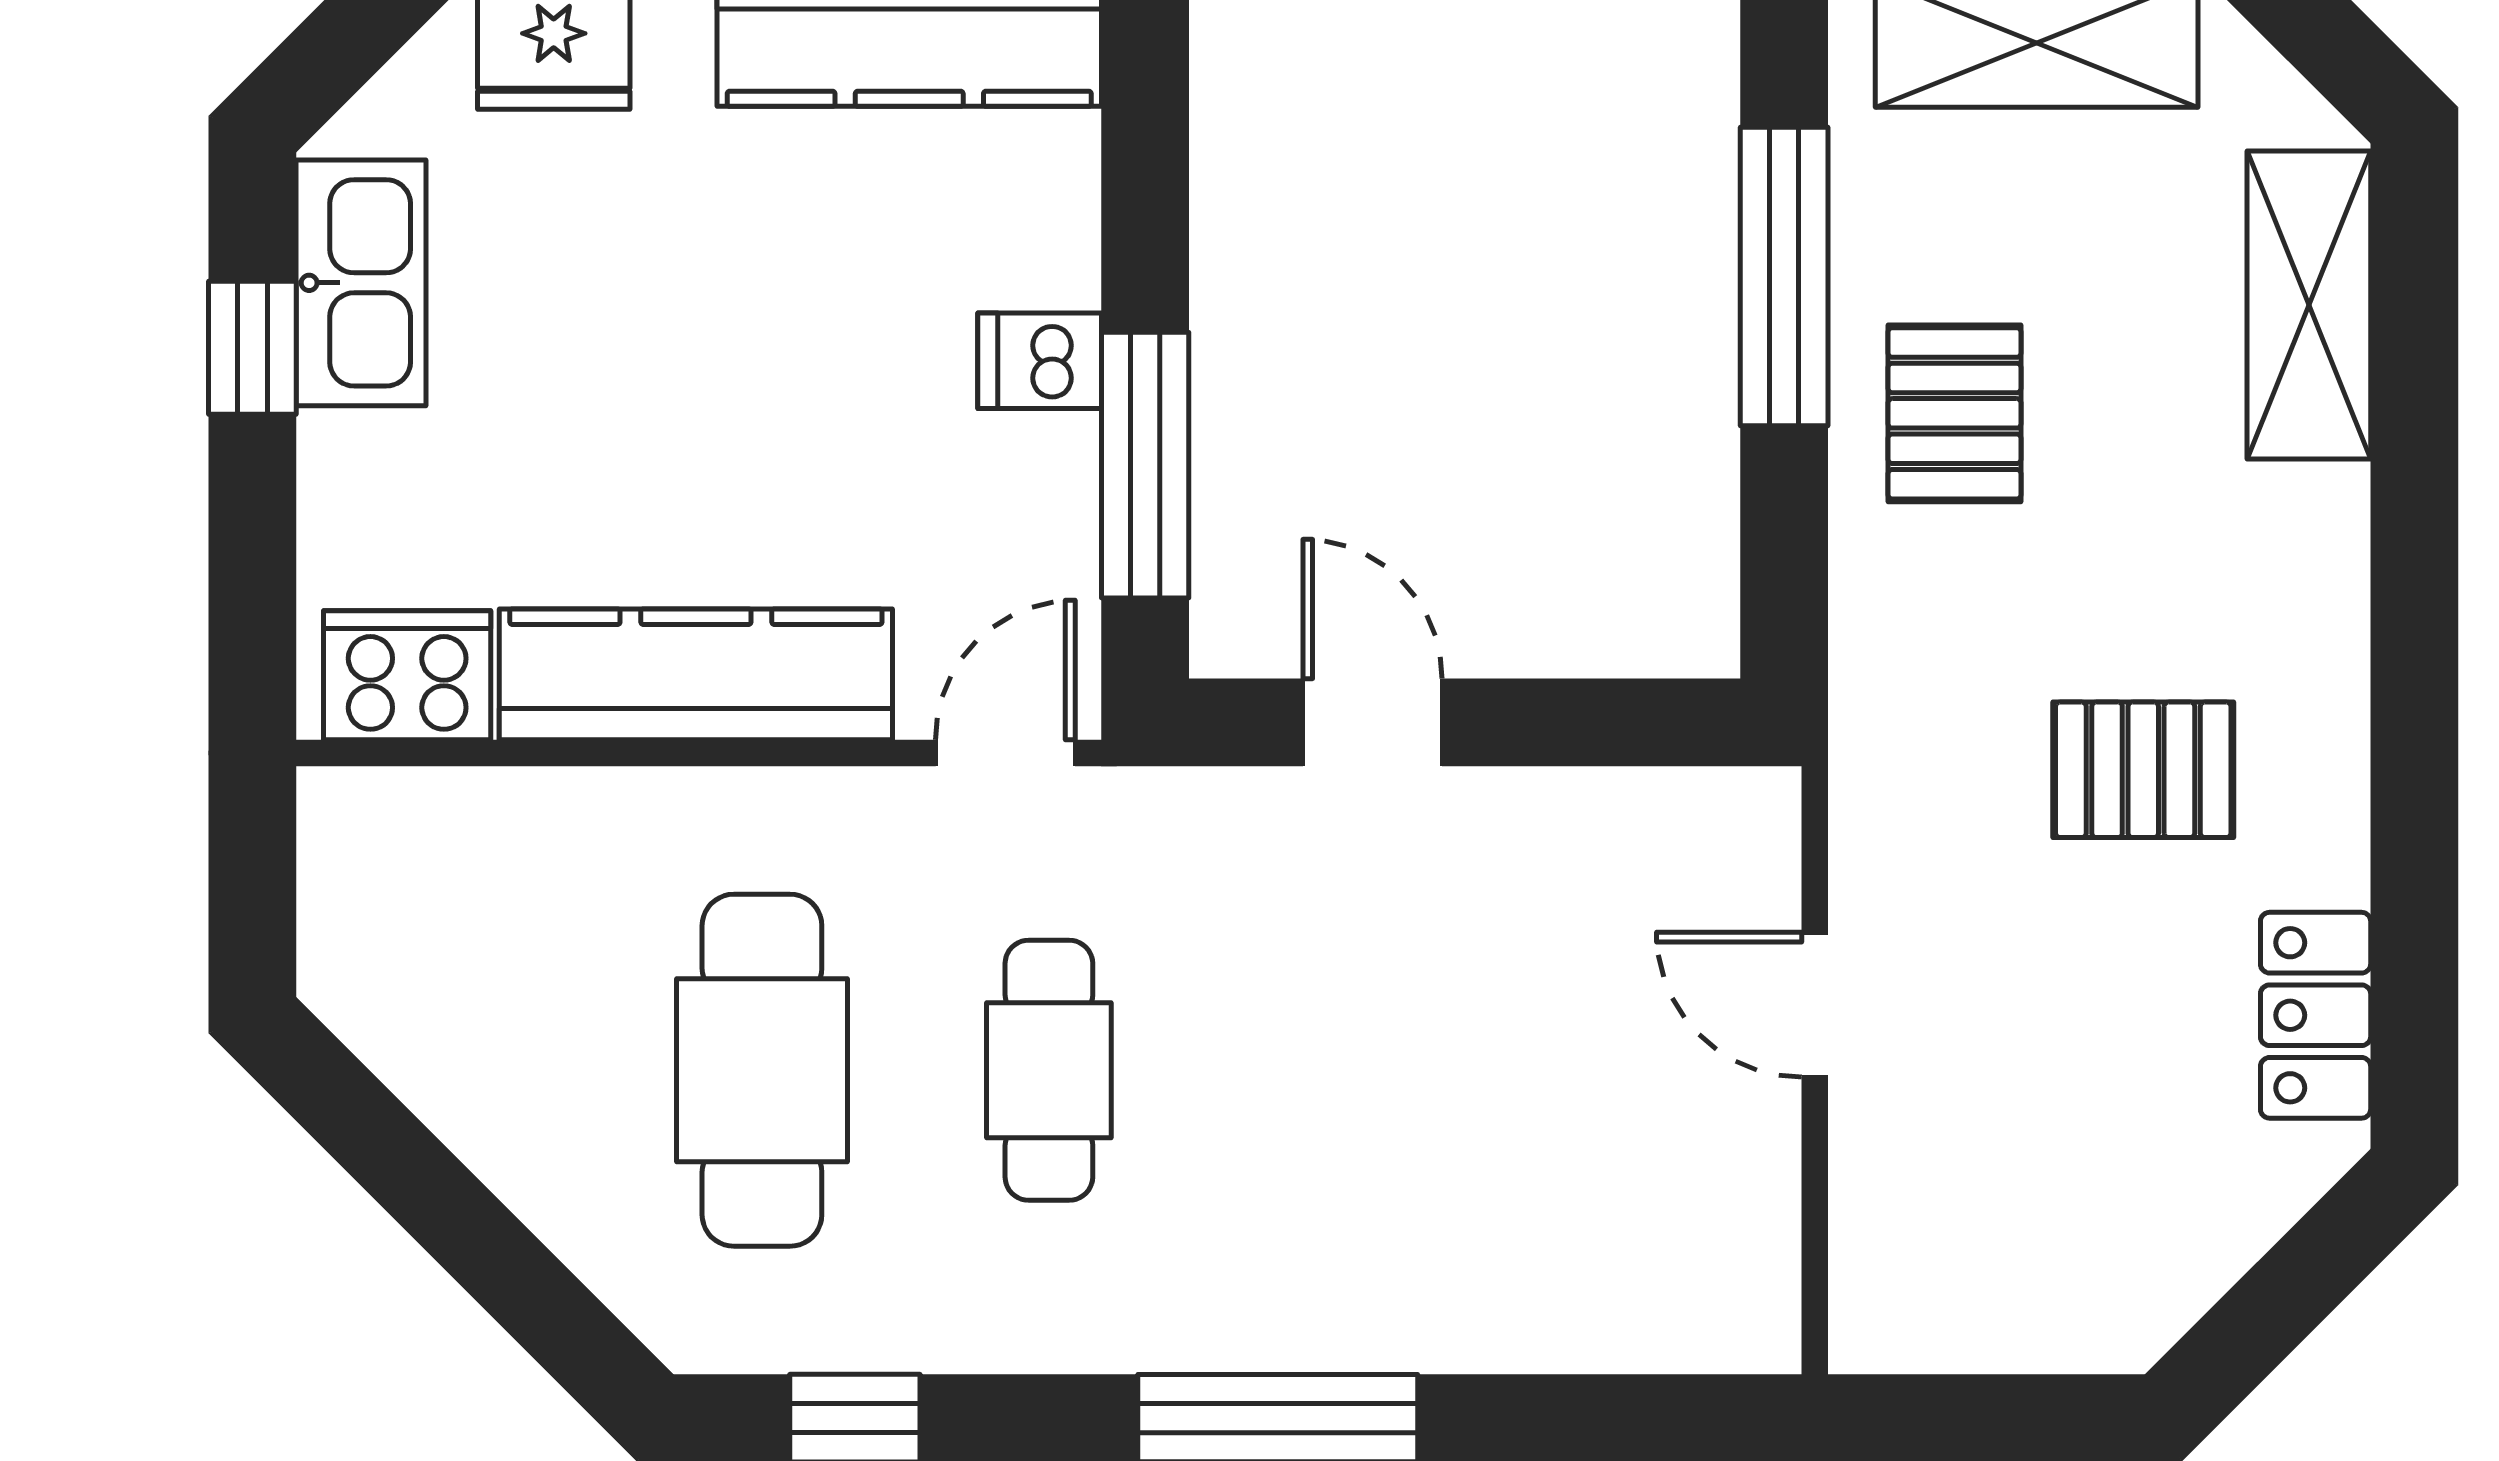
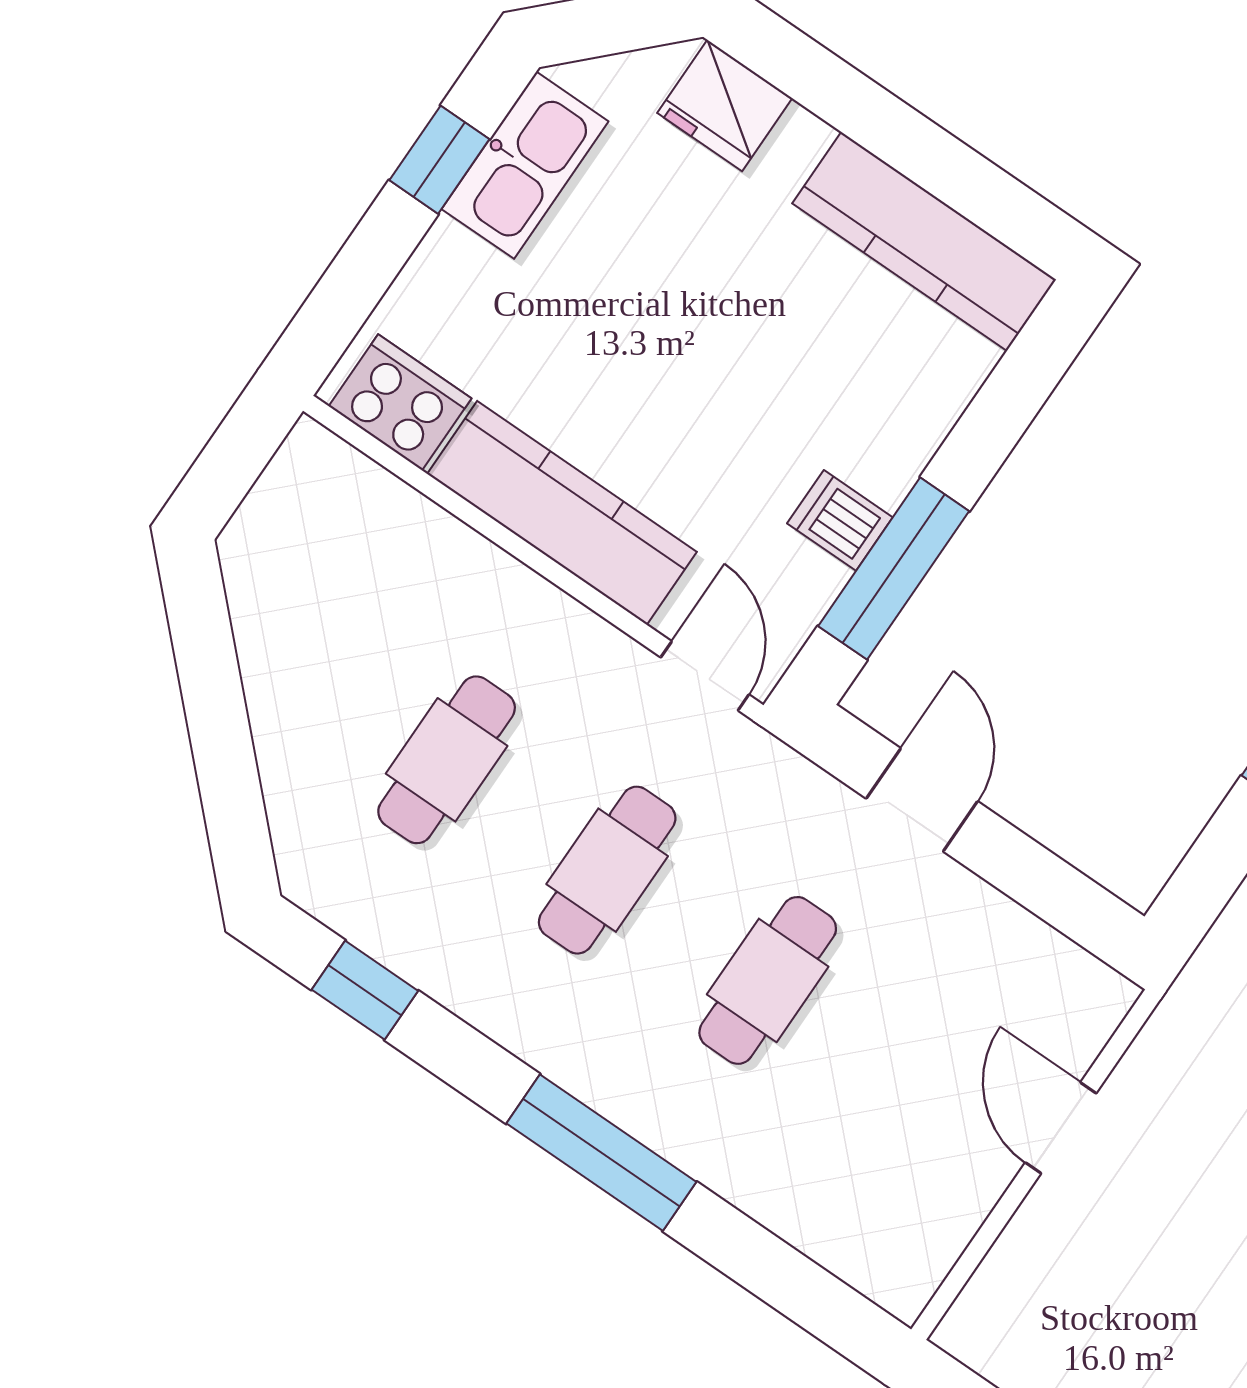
dishwasher: (1040, 361) -> (840, 520), moved
door: (1005, 753) -> (705, 676), hinge flipped
cafe table: (762, 1070) -> (447, 760), width x0.73, depth x0.74
cafe table: (1336, 1070) -> (768, 980), added

